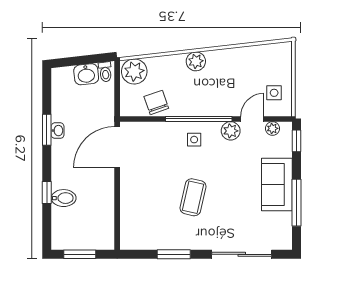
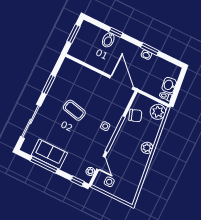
plant: (231, 131) -> (100, 148), removed
sofa: (277, 184) -> (49, 154), moved

